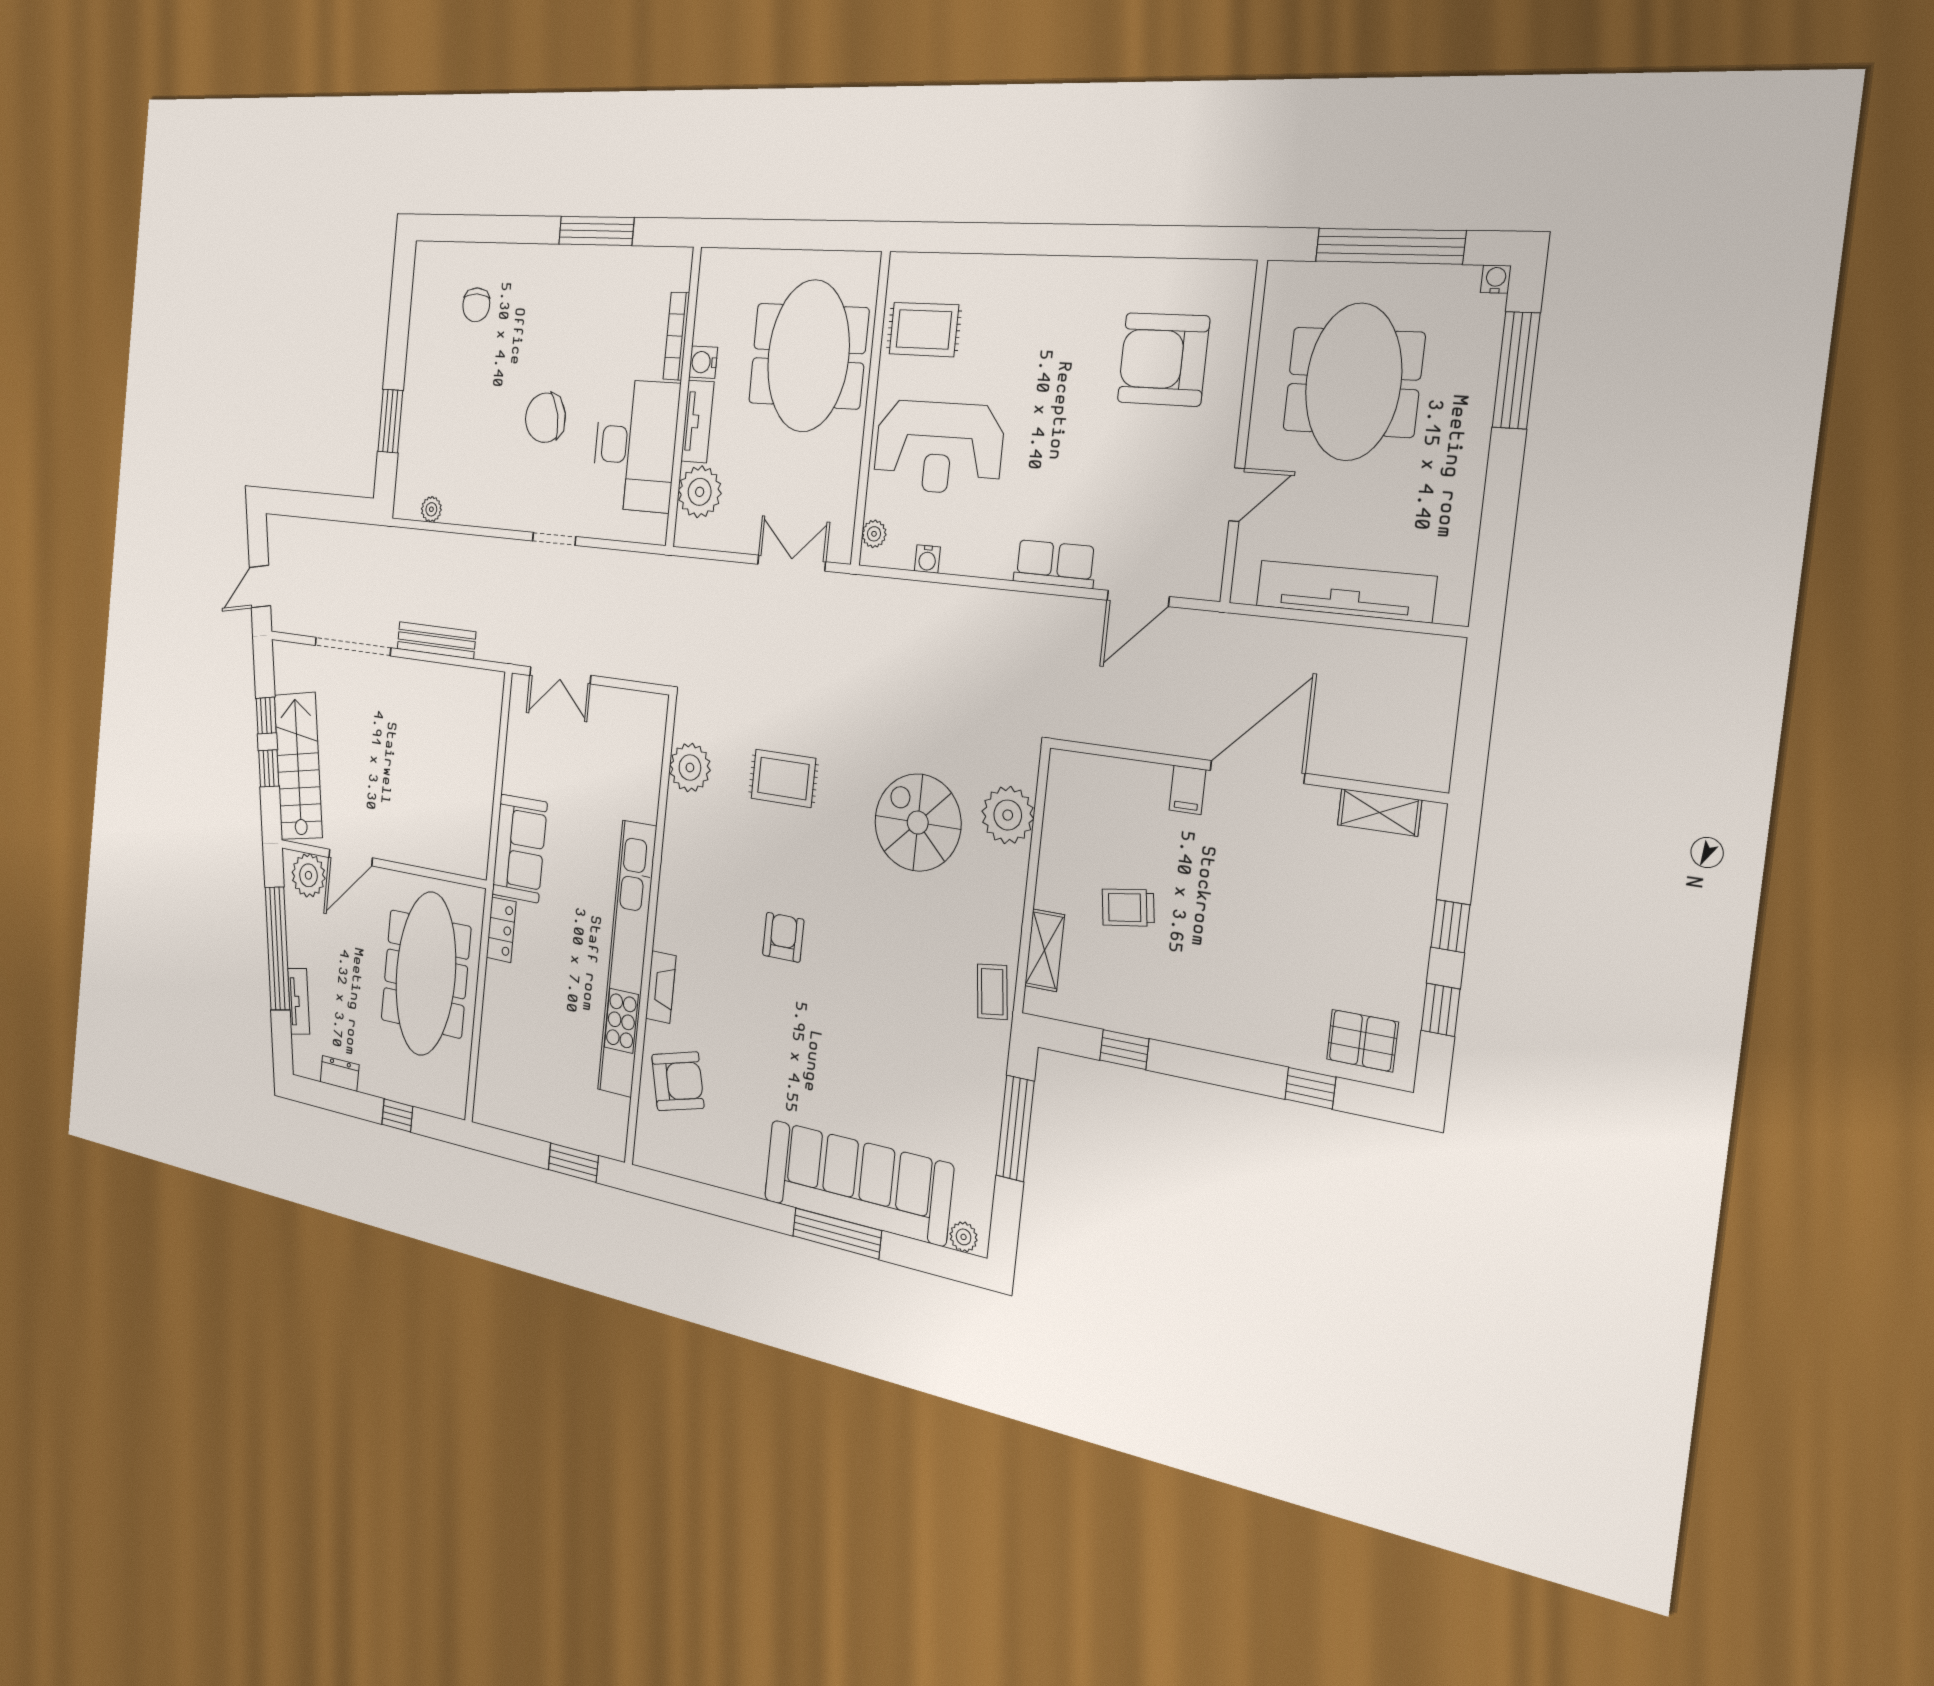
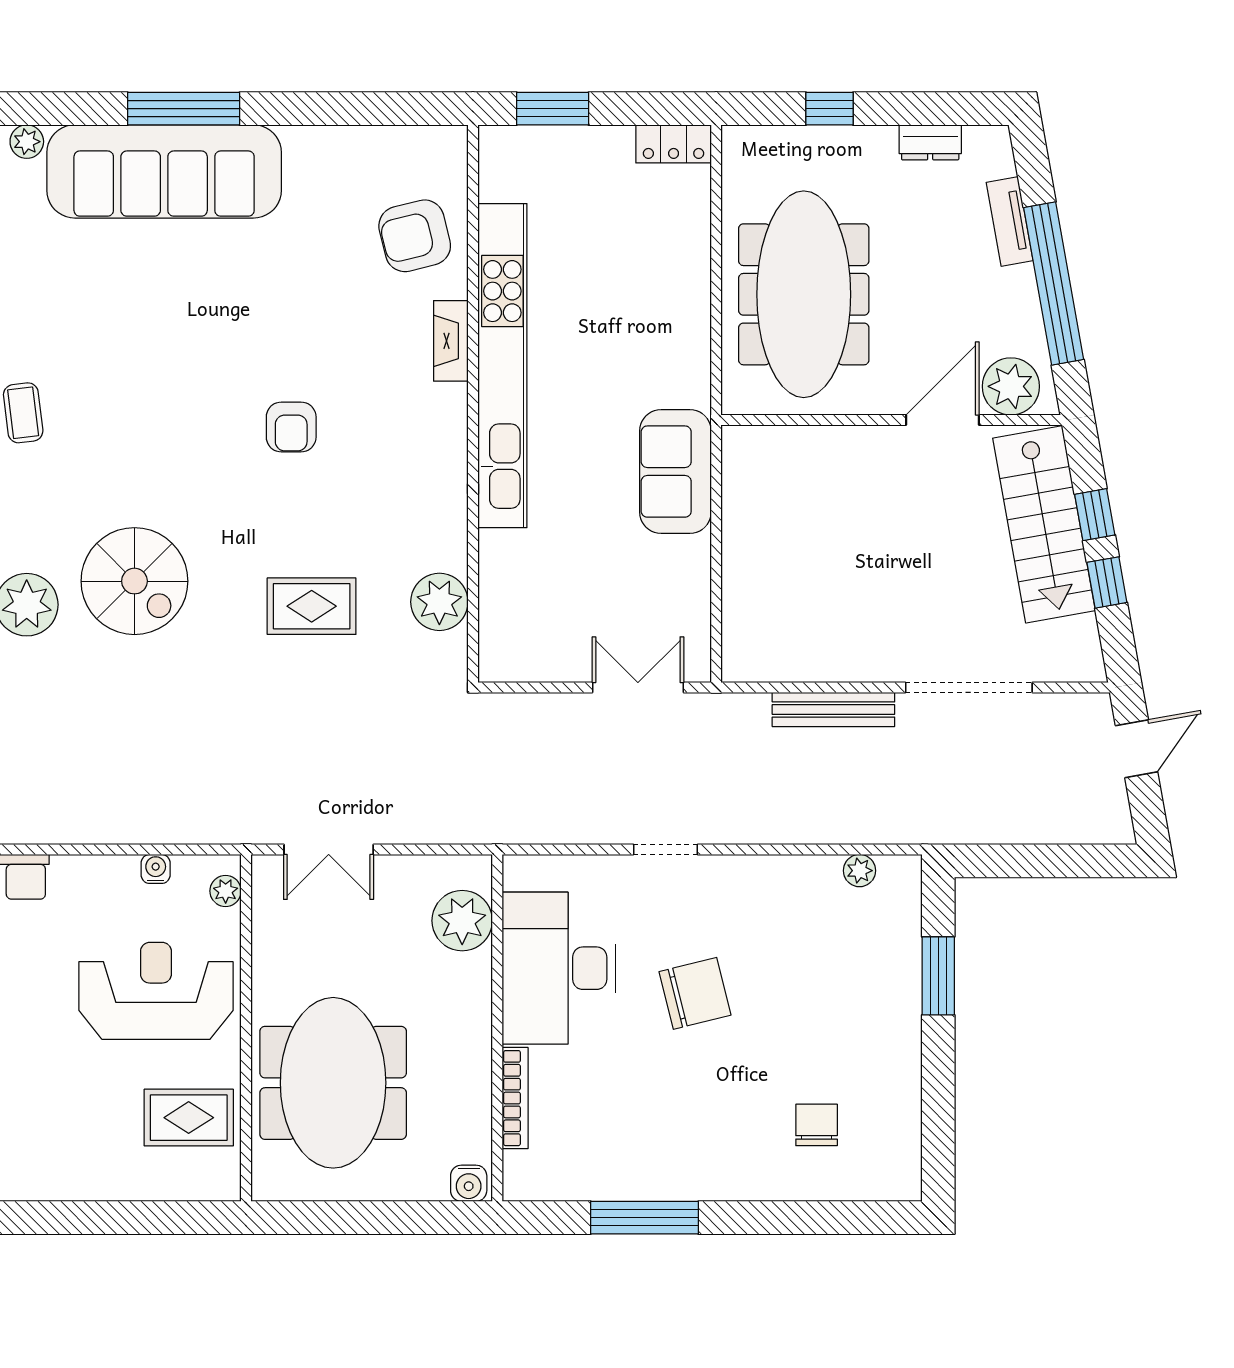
water cooler: (703, 362) -> (469, 1183), moved, turned 90
tv unit: (697, 422) -> (474, 1001), removed
locker: (501, 930) -> (674, 144), moved, turned -90

